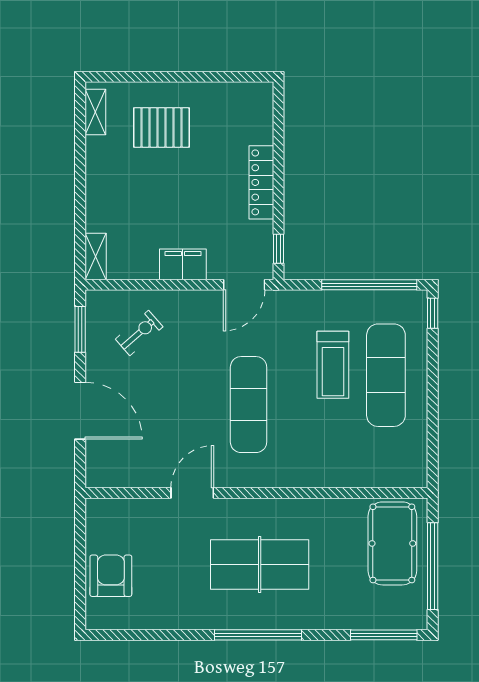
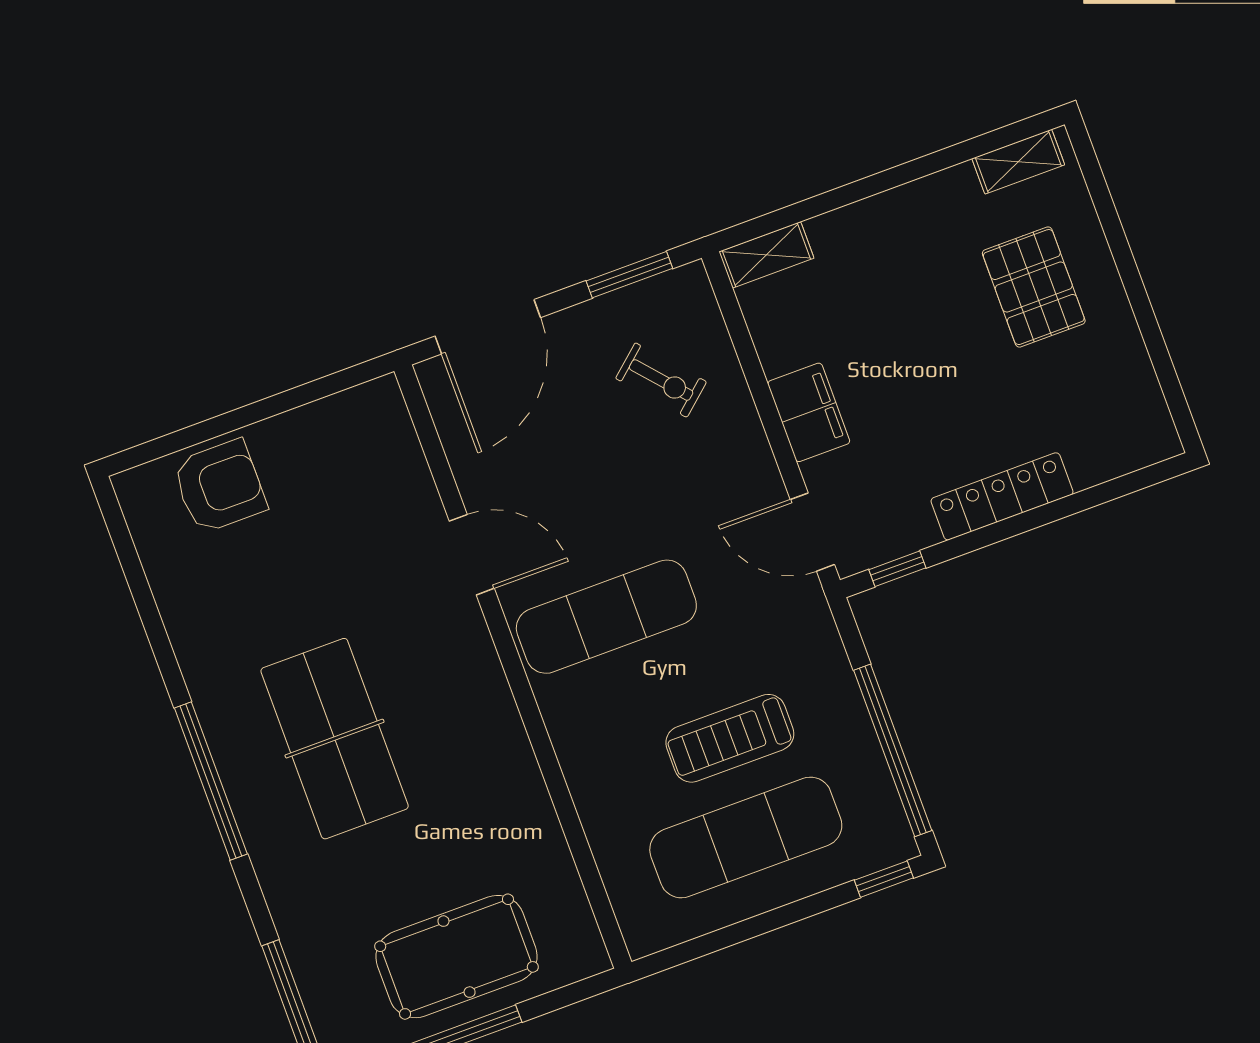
door: (192, 493) -> (472, 555), moved
wall: (256, 493) -> (513, 667), moved

